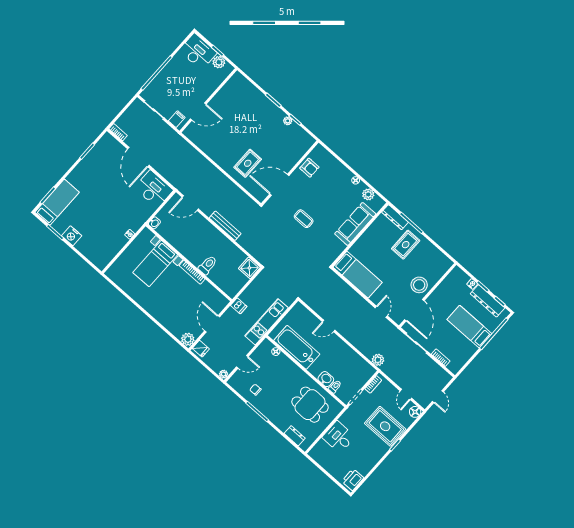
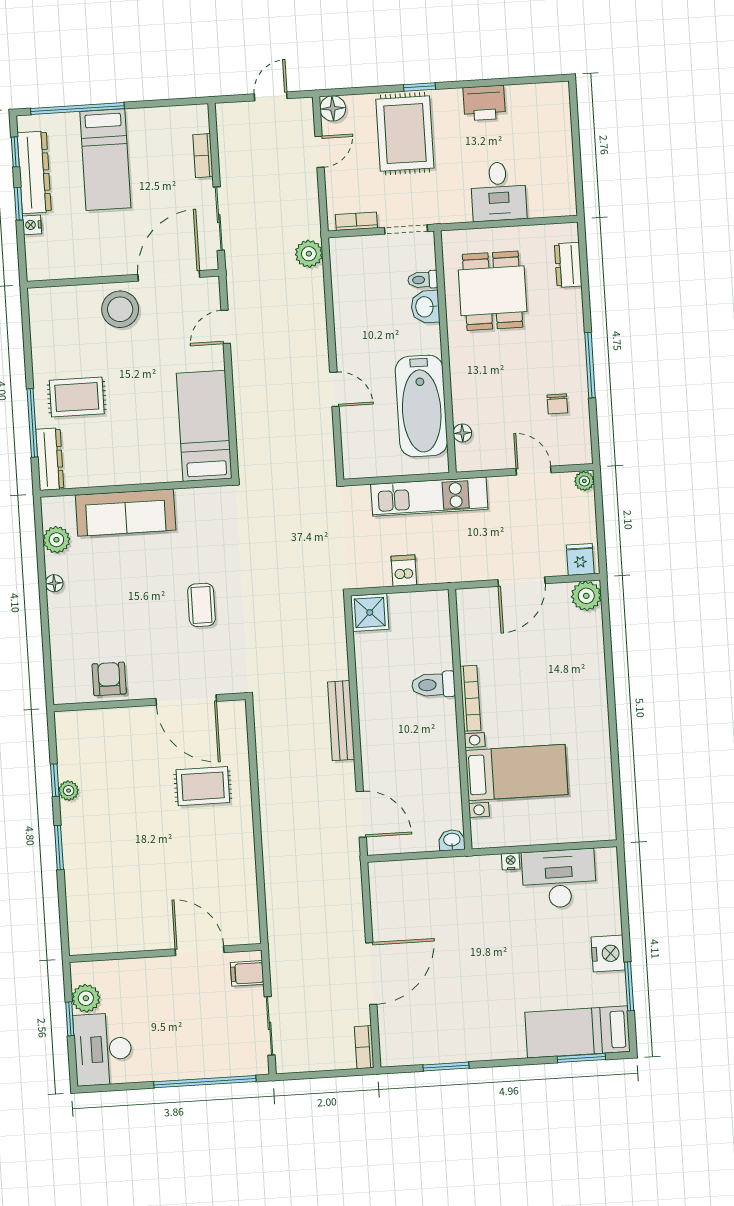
desk: (154, 189) -> (559, 879), moved, turned 90
dishwasher: (239, 306) -> (404, 571), moved
printer: (353, 480) -> (484, 103), moved

